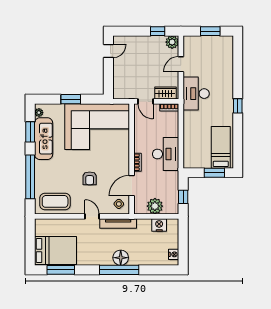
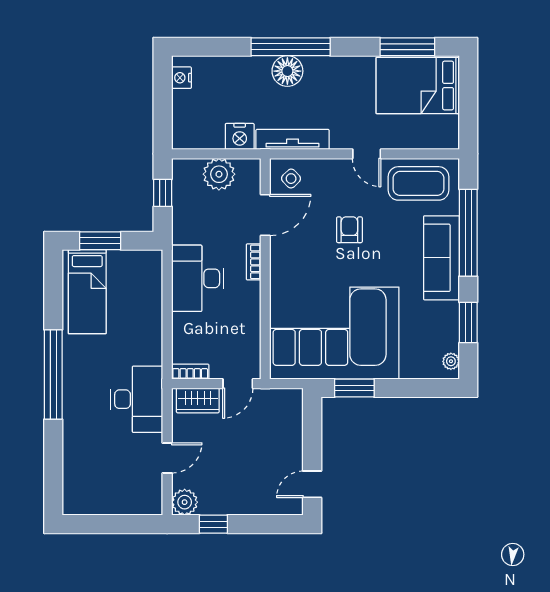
window: (210, 31) -> (108, 524), removed
window: (71, 99) -> (354, 388), moved
door: (145, 101) -> (238, 384), swing flipped
window: (238, 106) -> (53, 374), width x3.17
sofa: (44, 139) -> (441, 258), moved
door: (92, 216) -> (367, 154), moved
nightstand: (159, 225) -> (240, 136), moved

